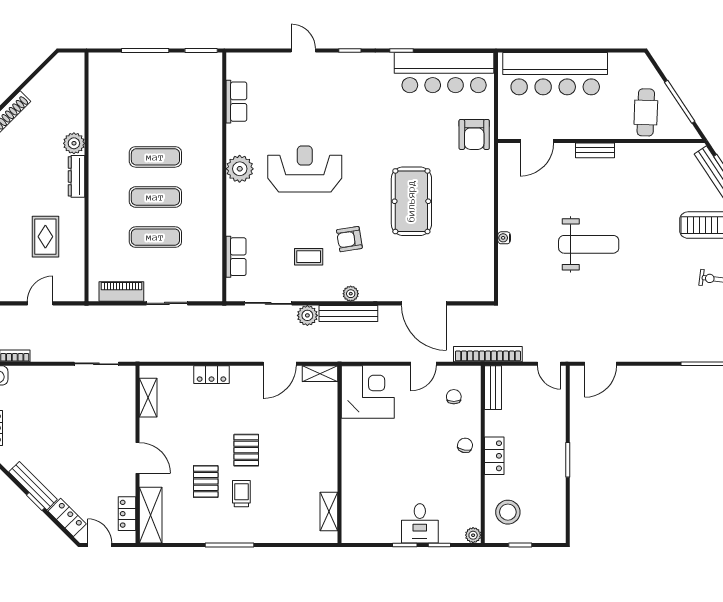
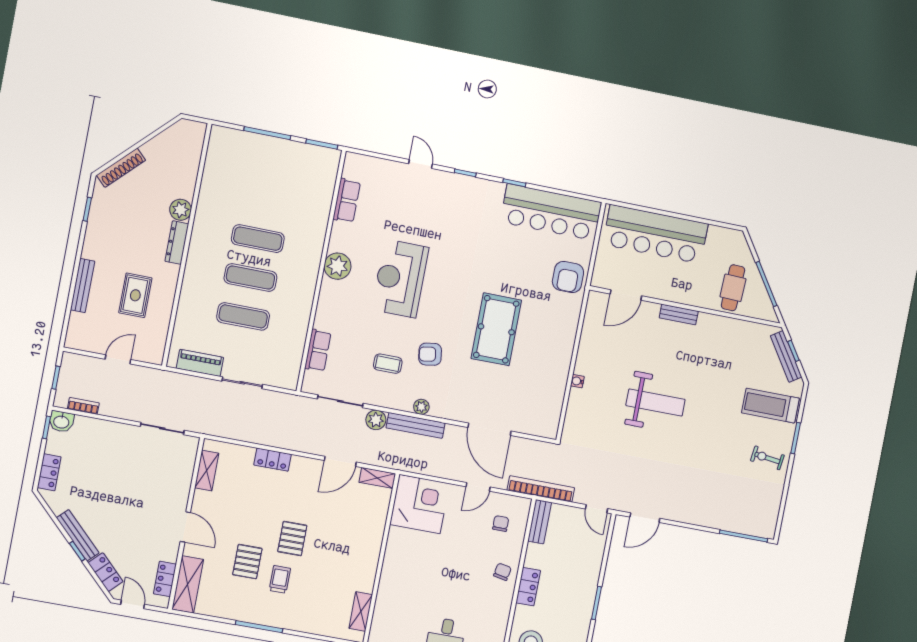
reception desk: (305, 169) -> (400, 279), turned -90

